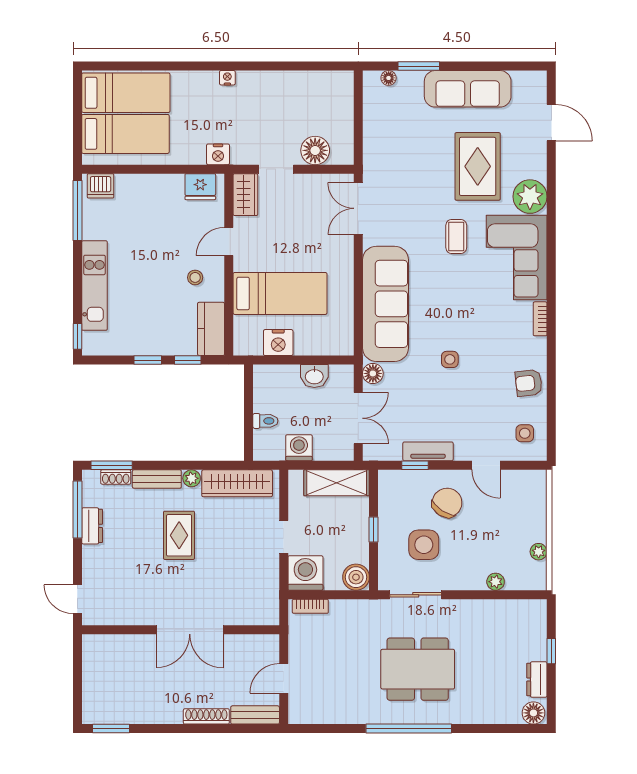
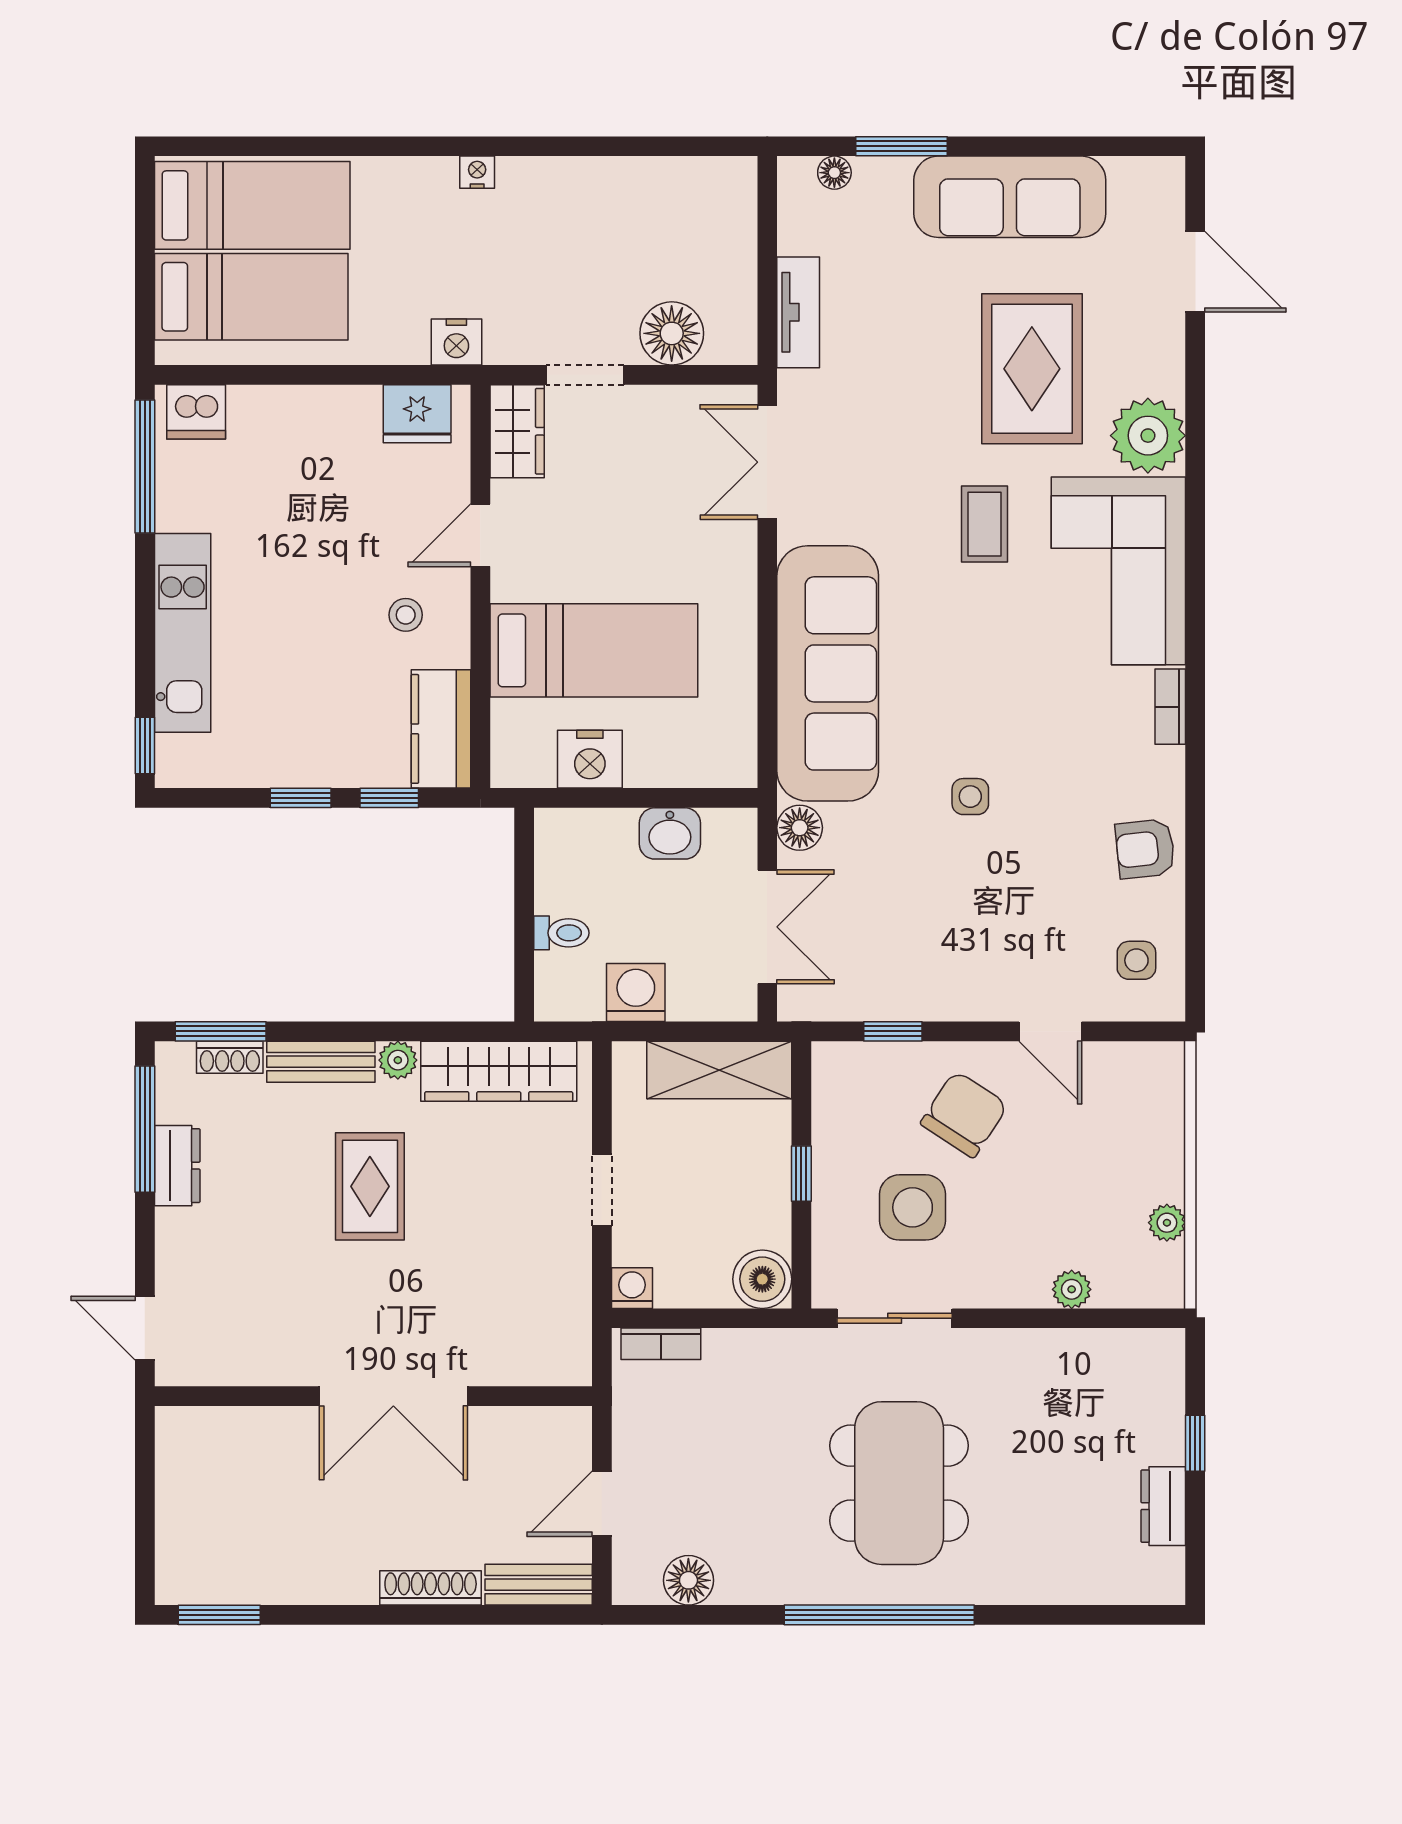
tv unit: (428, 451) -> (798, 312), moved, turned 90
washing machine: (305, 573) -> (632, 1288), width x0.53, depth x0.53
dining table: (418, 669) -> (899, 1483), turned 90
floor lamp: (533, 713) -> (688, 1580), moved

